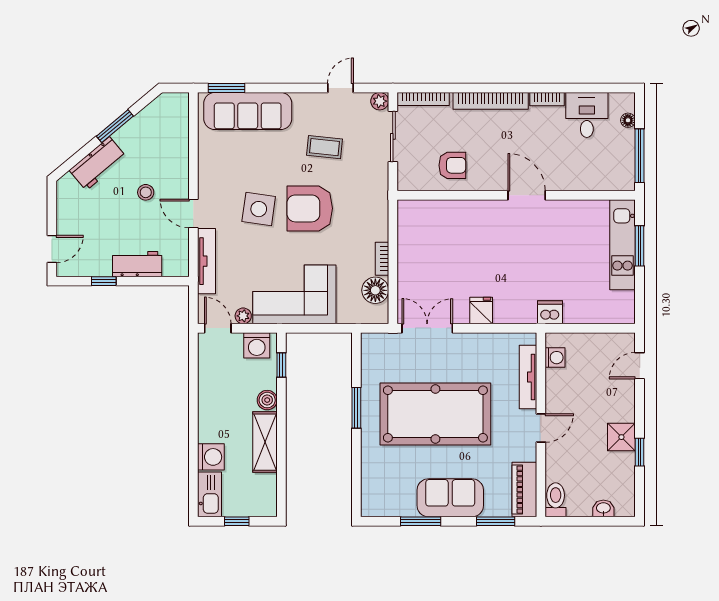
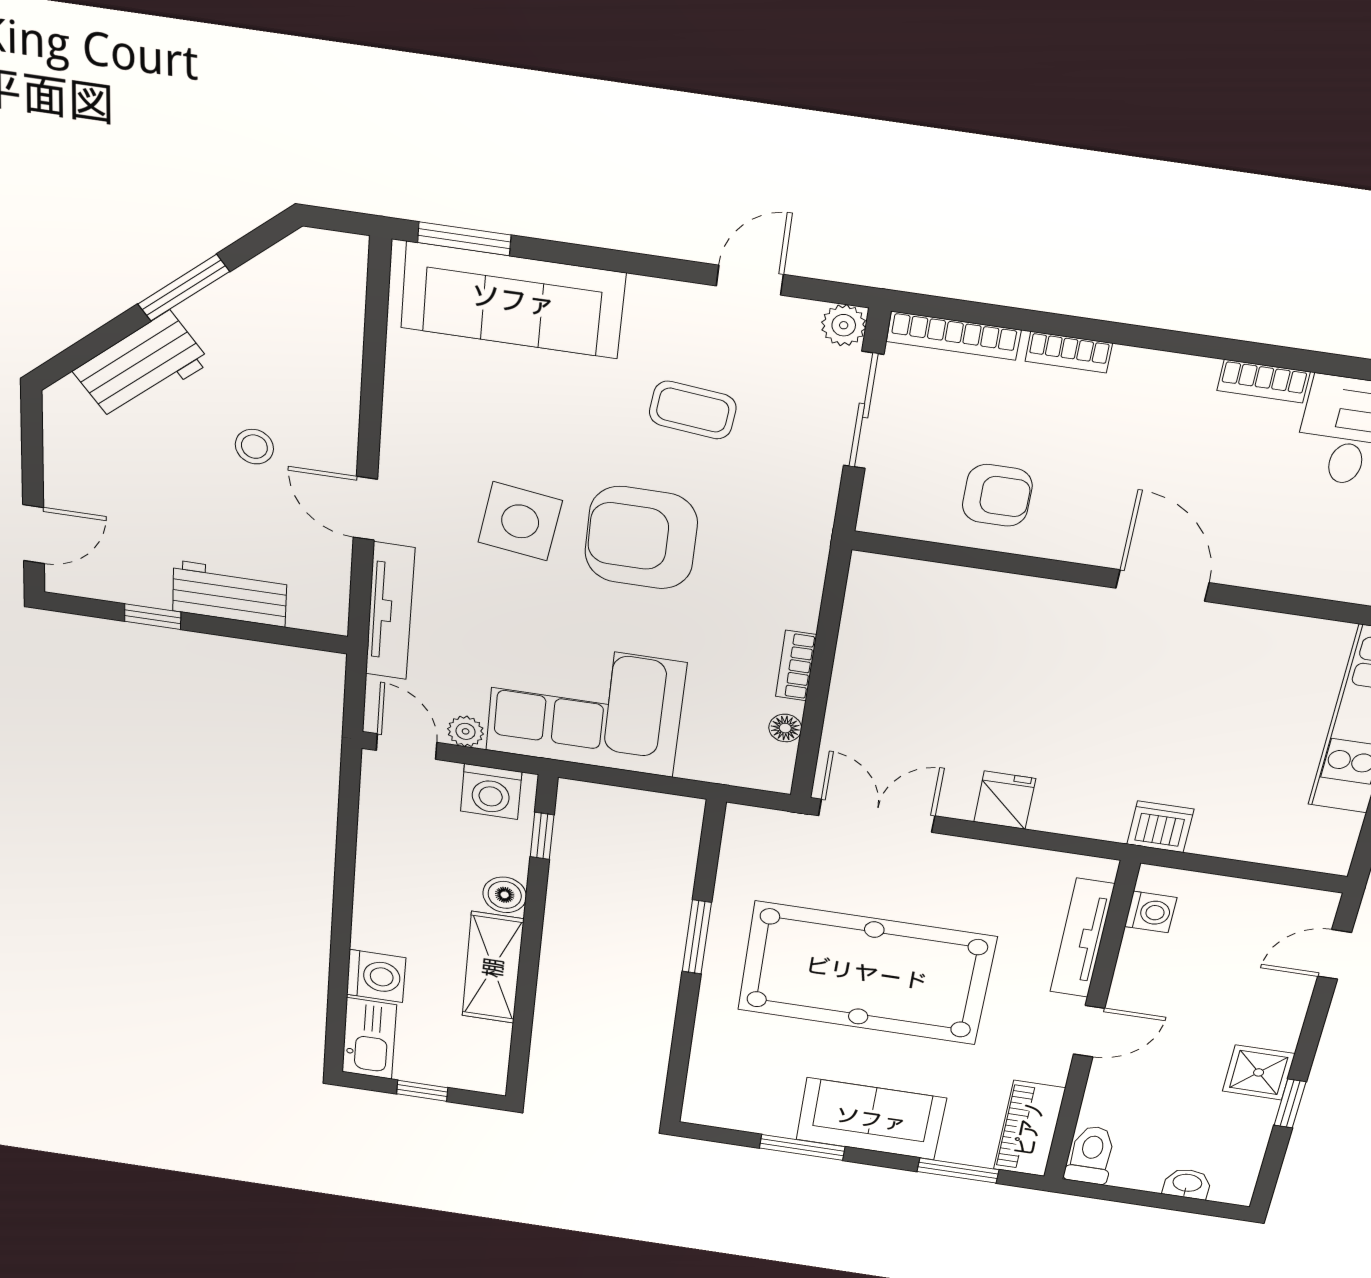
bookcase: (491, 101) -> (1069, 352), width x0.43, depth x0.76
floor lamp: (375, 290) -> (785, 728), width x0.53, depth x0.53

